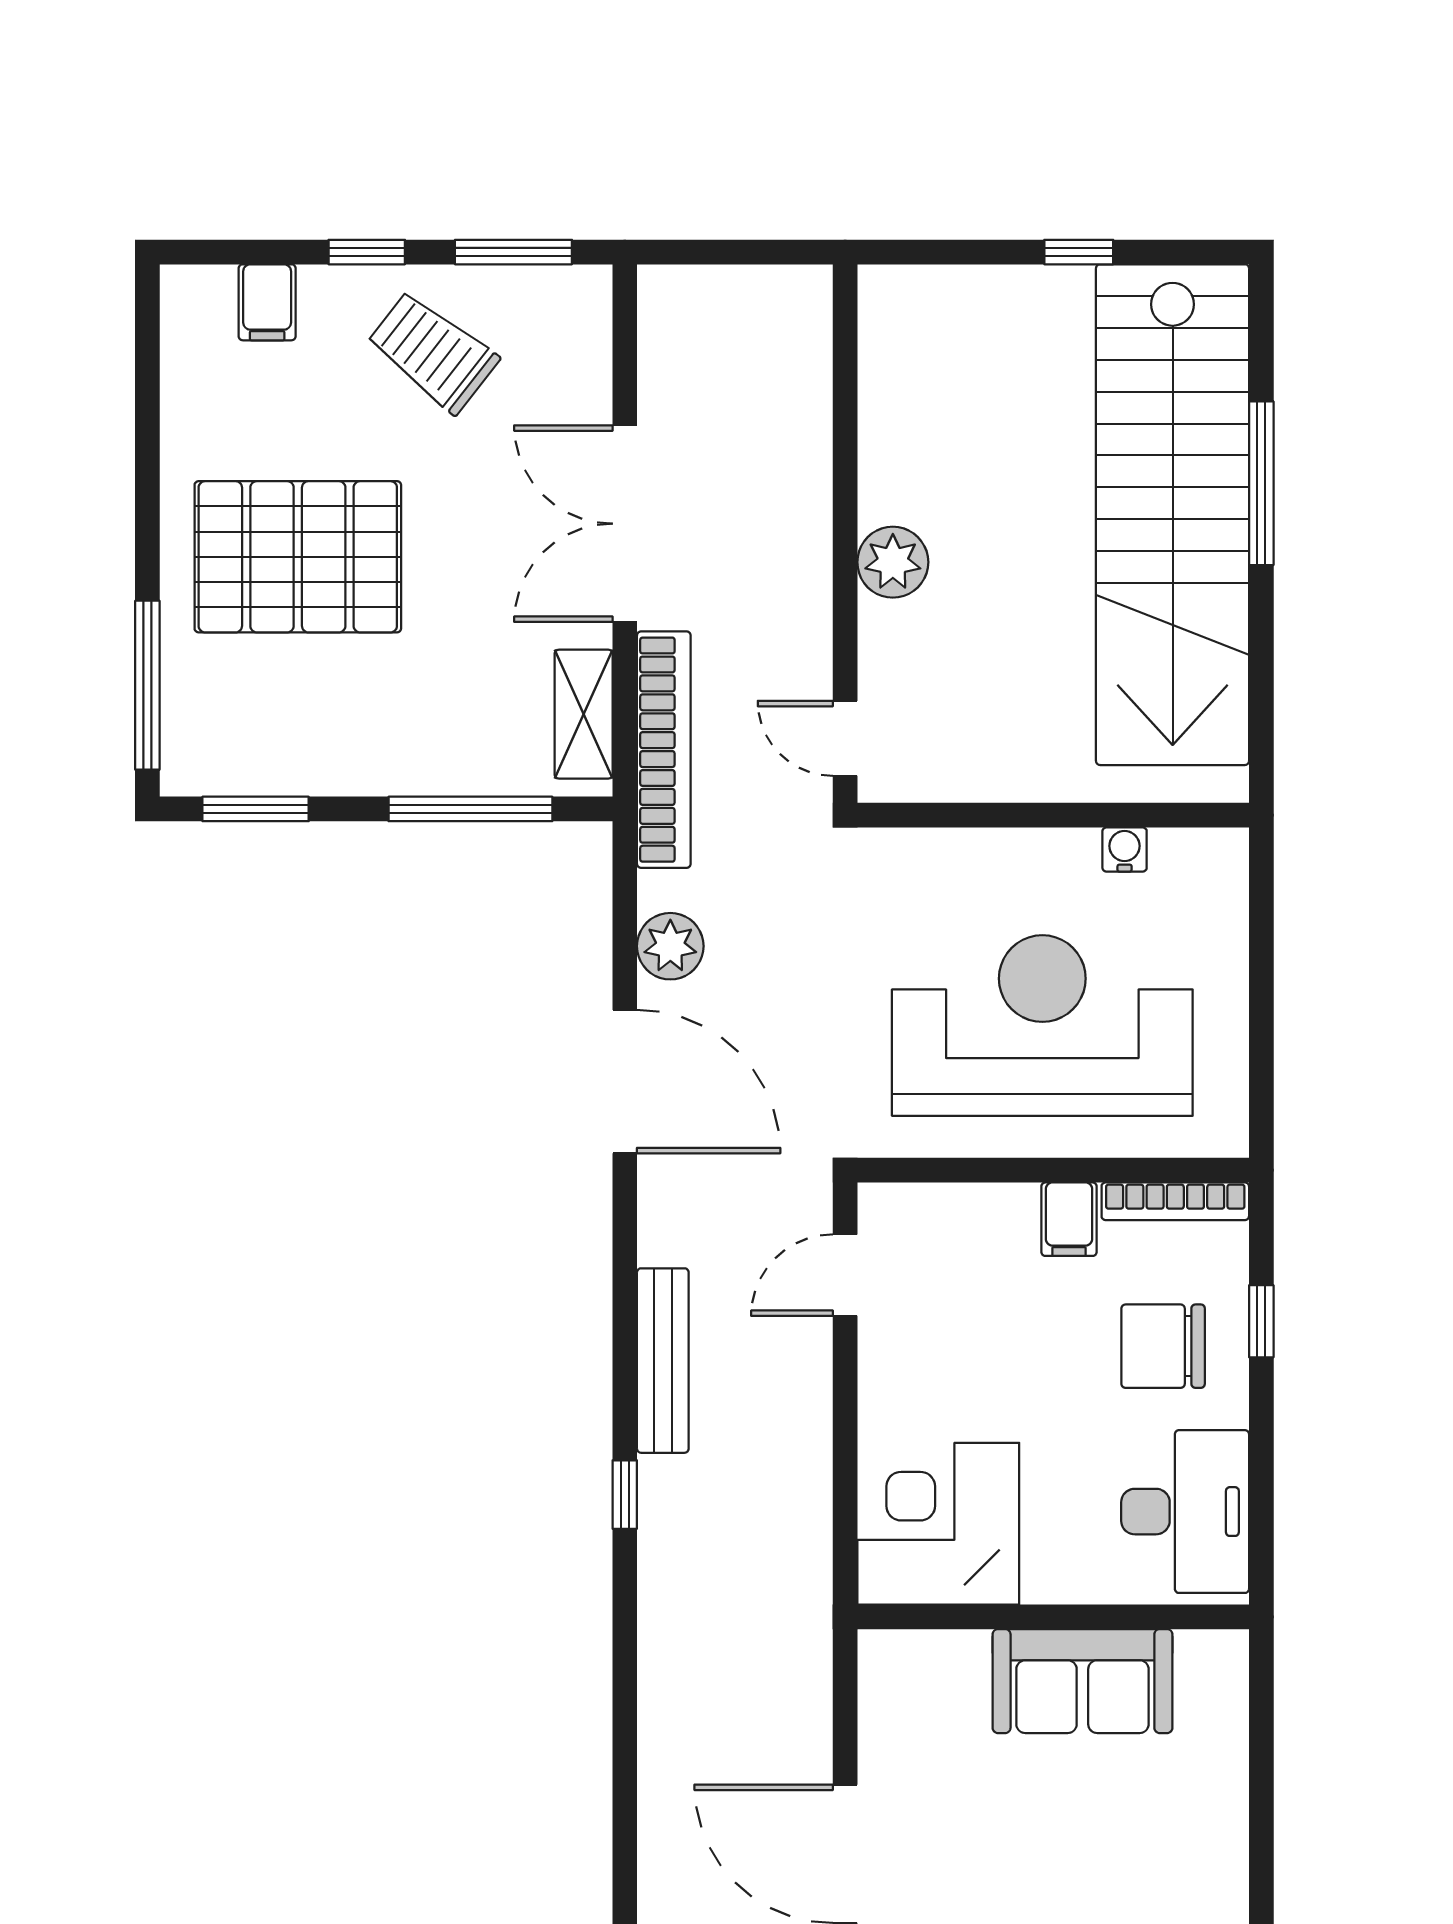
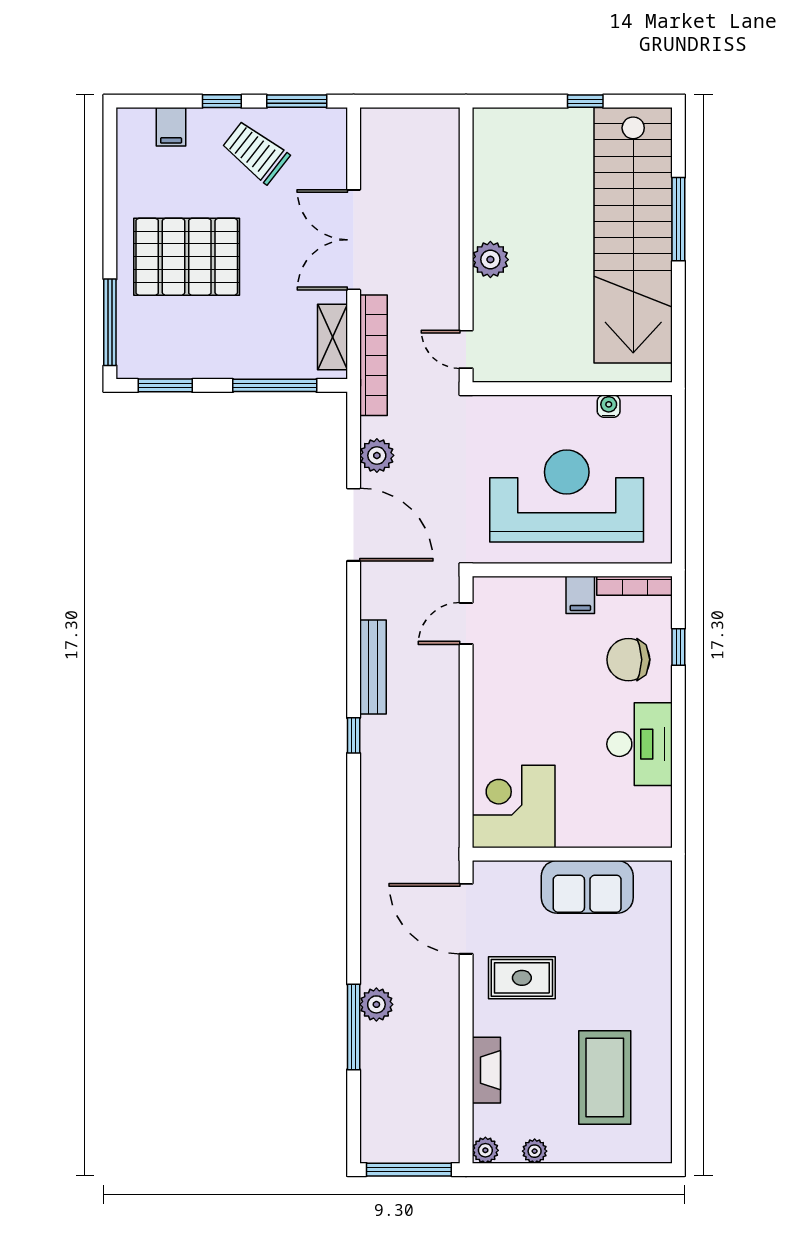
corner desk: (938, 1524) -> (514, 807), moved
wall: (1053, 1617) -> (572, 854), moved
sofa: (1082, 1681) -> (587, 887), moved

